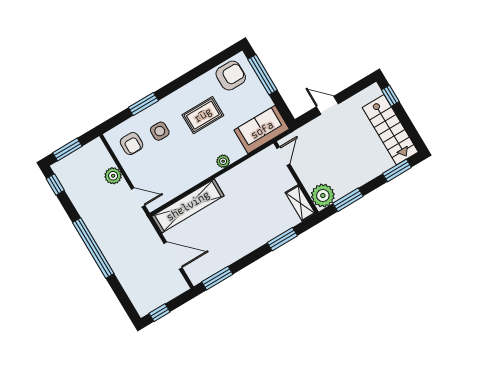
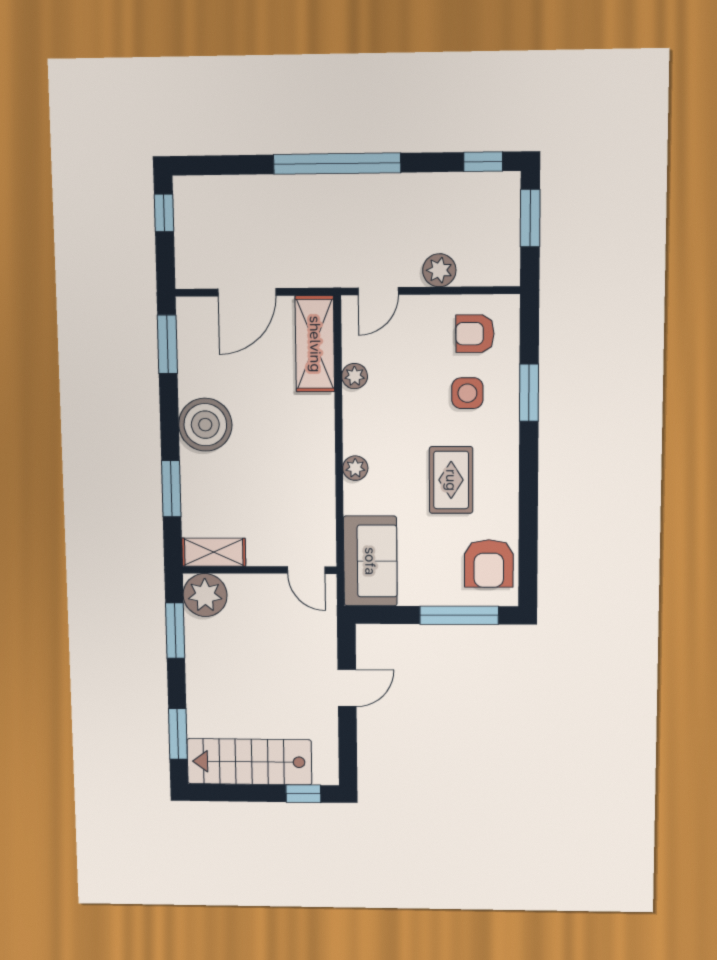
plant: (182, 186) -> (355, 376), added
shelving: (188, 206) -> (315, 344), width x0.68
boiler: (244, 240) -> (205, 425), added

